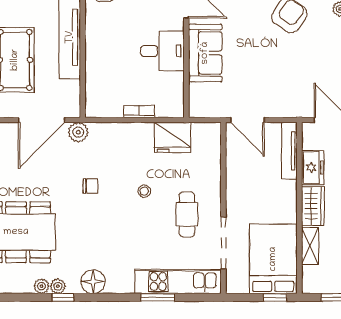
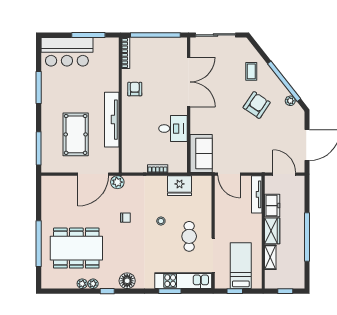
sofa: (205, 53) -> (201, 153), moved
bed: (273, 259) -> (241, 266), width x0.67
plant: (58, 286) -> (82, 284), moved
window: (275, 297) -> (235, 291), moved

